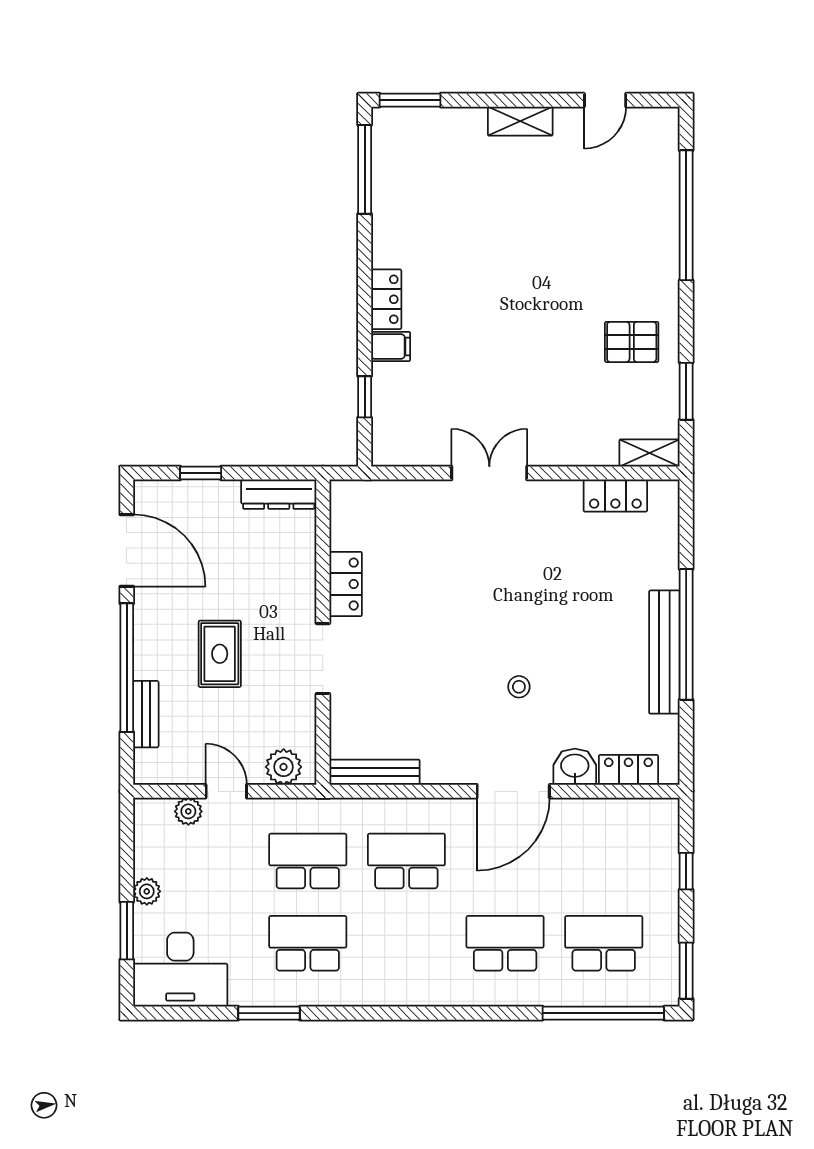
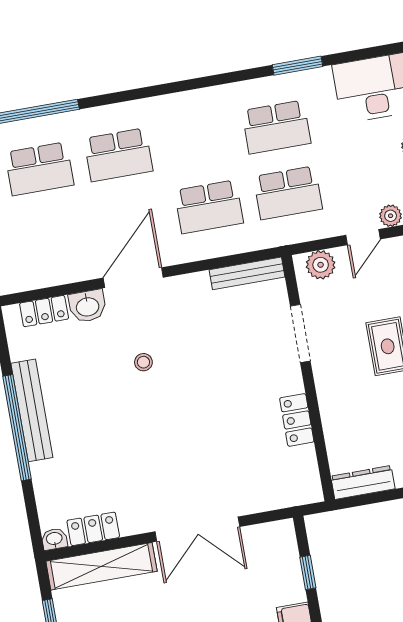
shelving: (650, 453) -> (101, 566), width x2.20, depth x1.33
double door: (489, 473) -> (197, 529), width x1.37
washbasin: (665, 491) -> (54, 539), added
doorway: (323, 659) -> (300, 333), moved
door: (226, 791) -> (363, 237), hinge flipped

